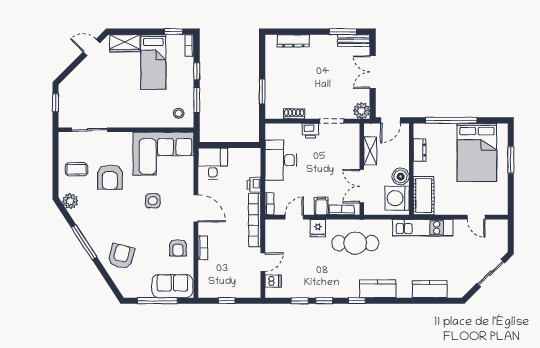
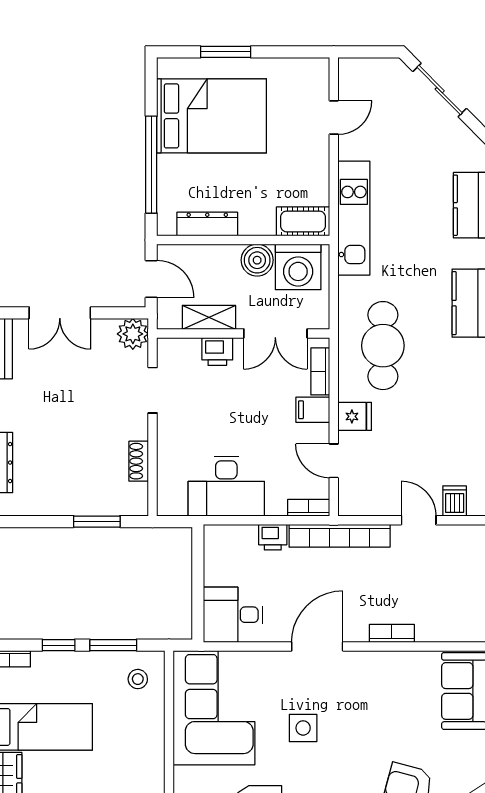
printer: (310, 131) -> (217, 351), moved, turned 90
dresser: (420, 150) -> (207, 224), width x1.44
cot: (424, 196) -> (303, 221), width x0.73, depth x0.75
armchair: (178, 248) -> (392, 680), removed

